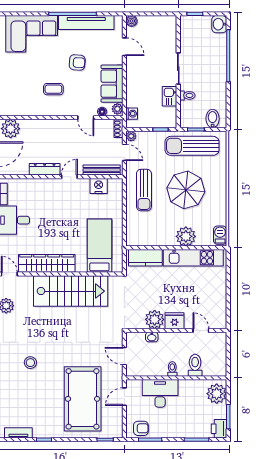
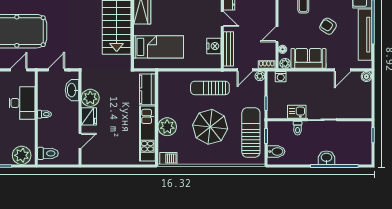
washbasin: (219, 24) -> (326, 158), moved
armchair: (77, 62) -> (328, 26), turned 118
washbasin: (152, 337) -> (72, 90), width x1.91, depth x1.45
toilet: (195, 365) -> (48, 153), moved
door: (124, 397) -> (19, 70), hinge flipped

